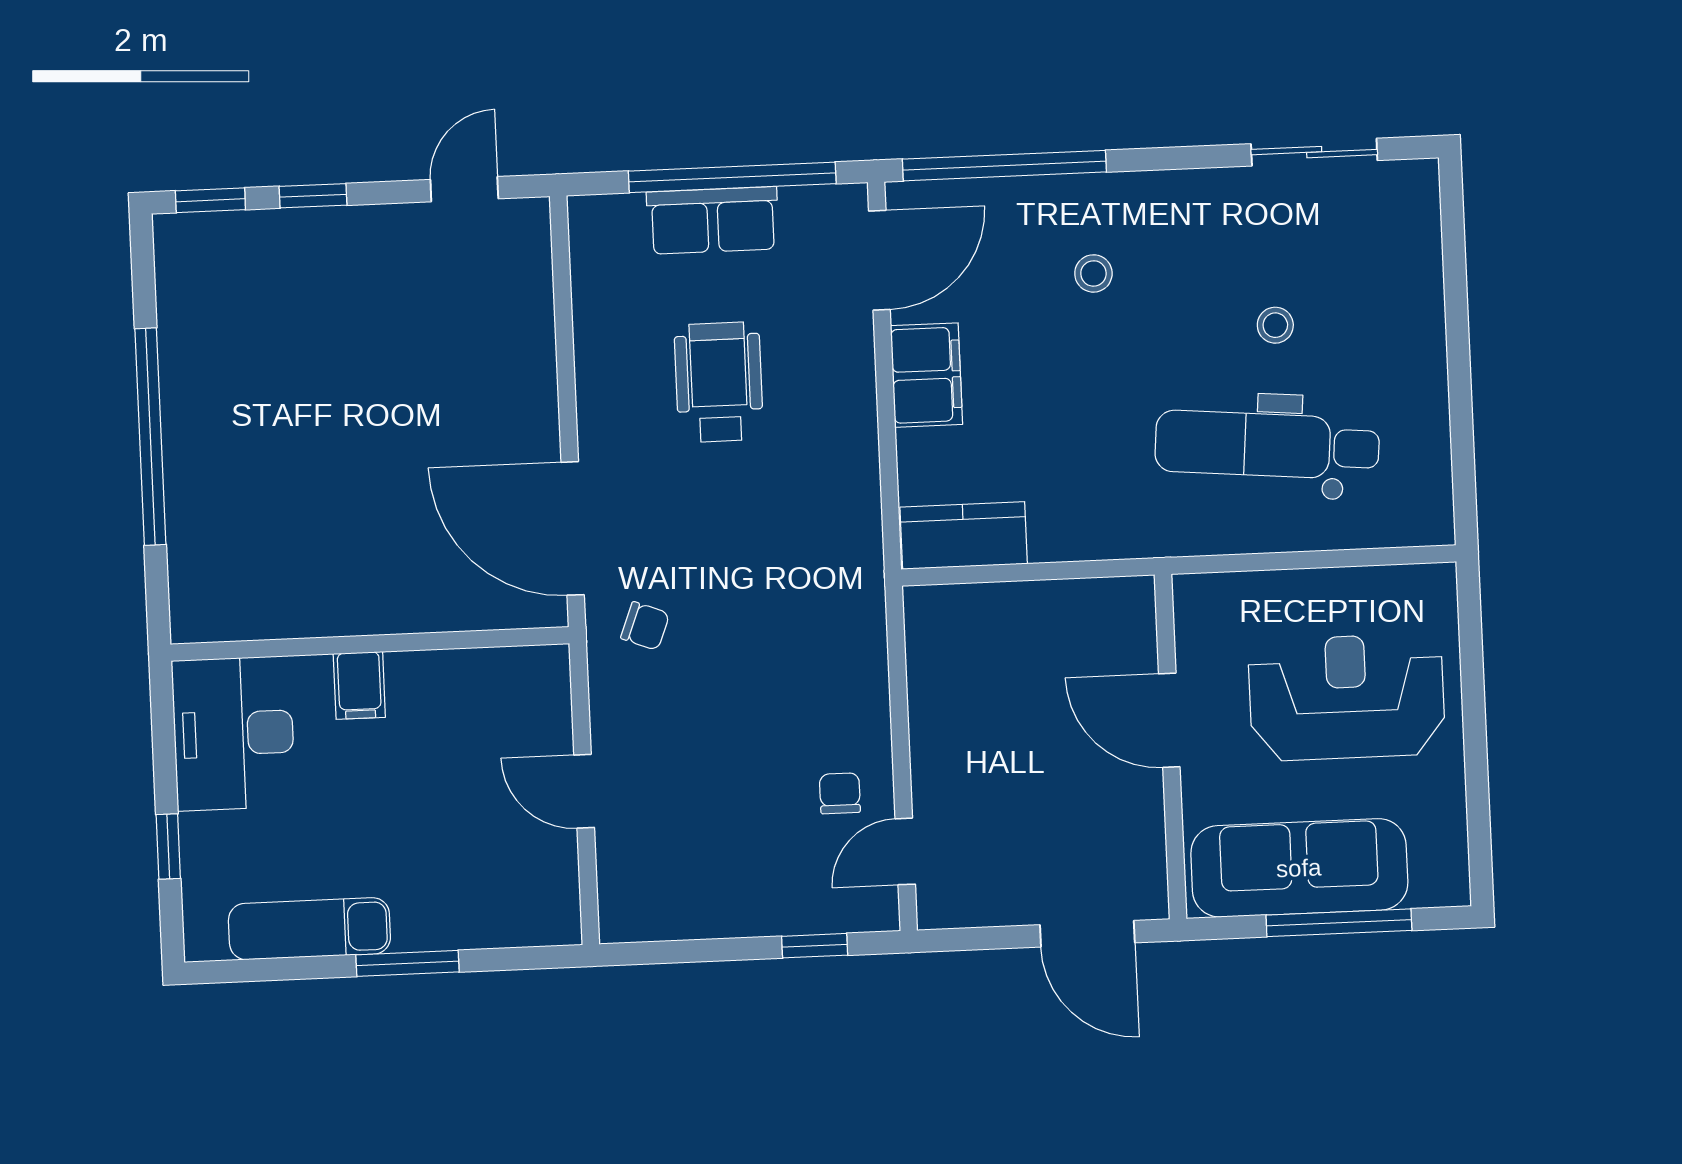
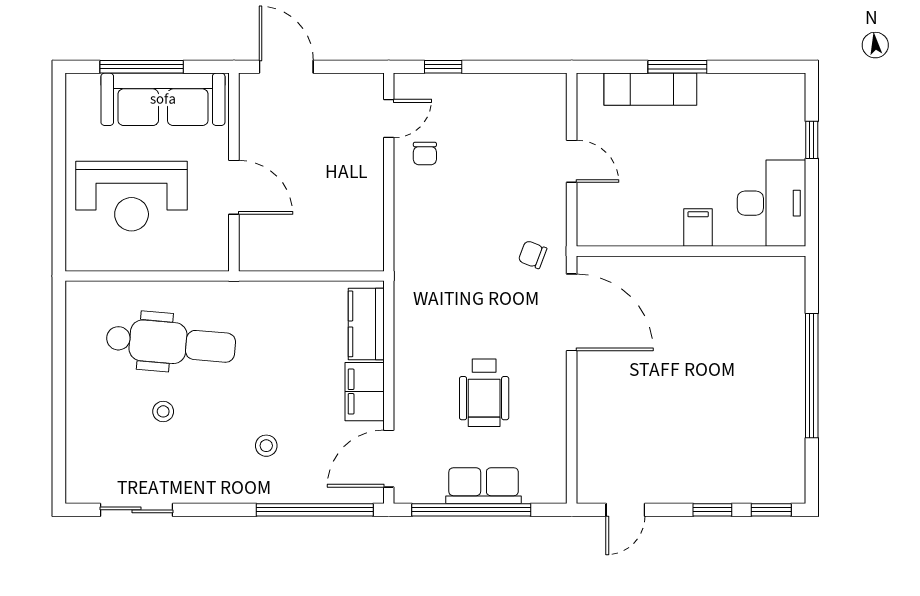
kitchen counter: (964, 536) -> (366, 324), moved, turned 90
exam couch: (309, 929) -> (650, 89), moved

